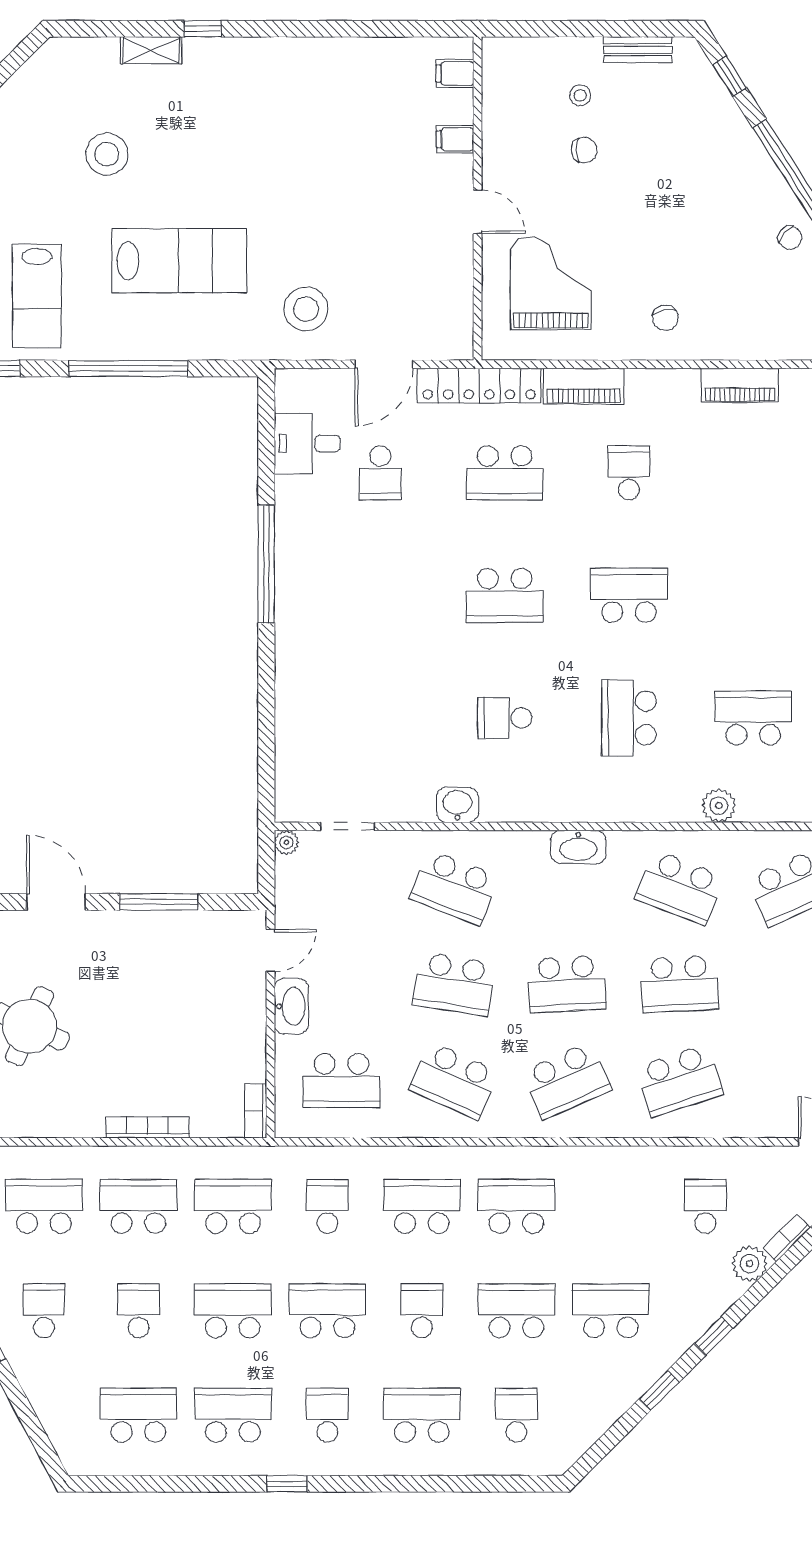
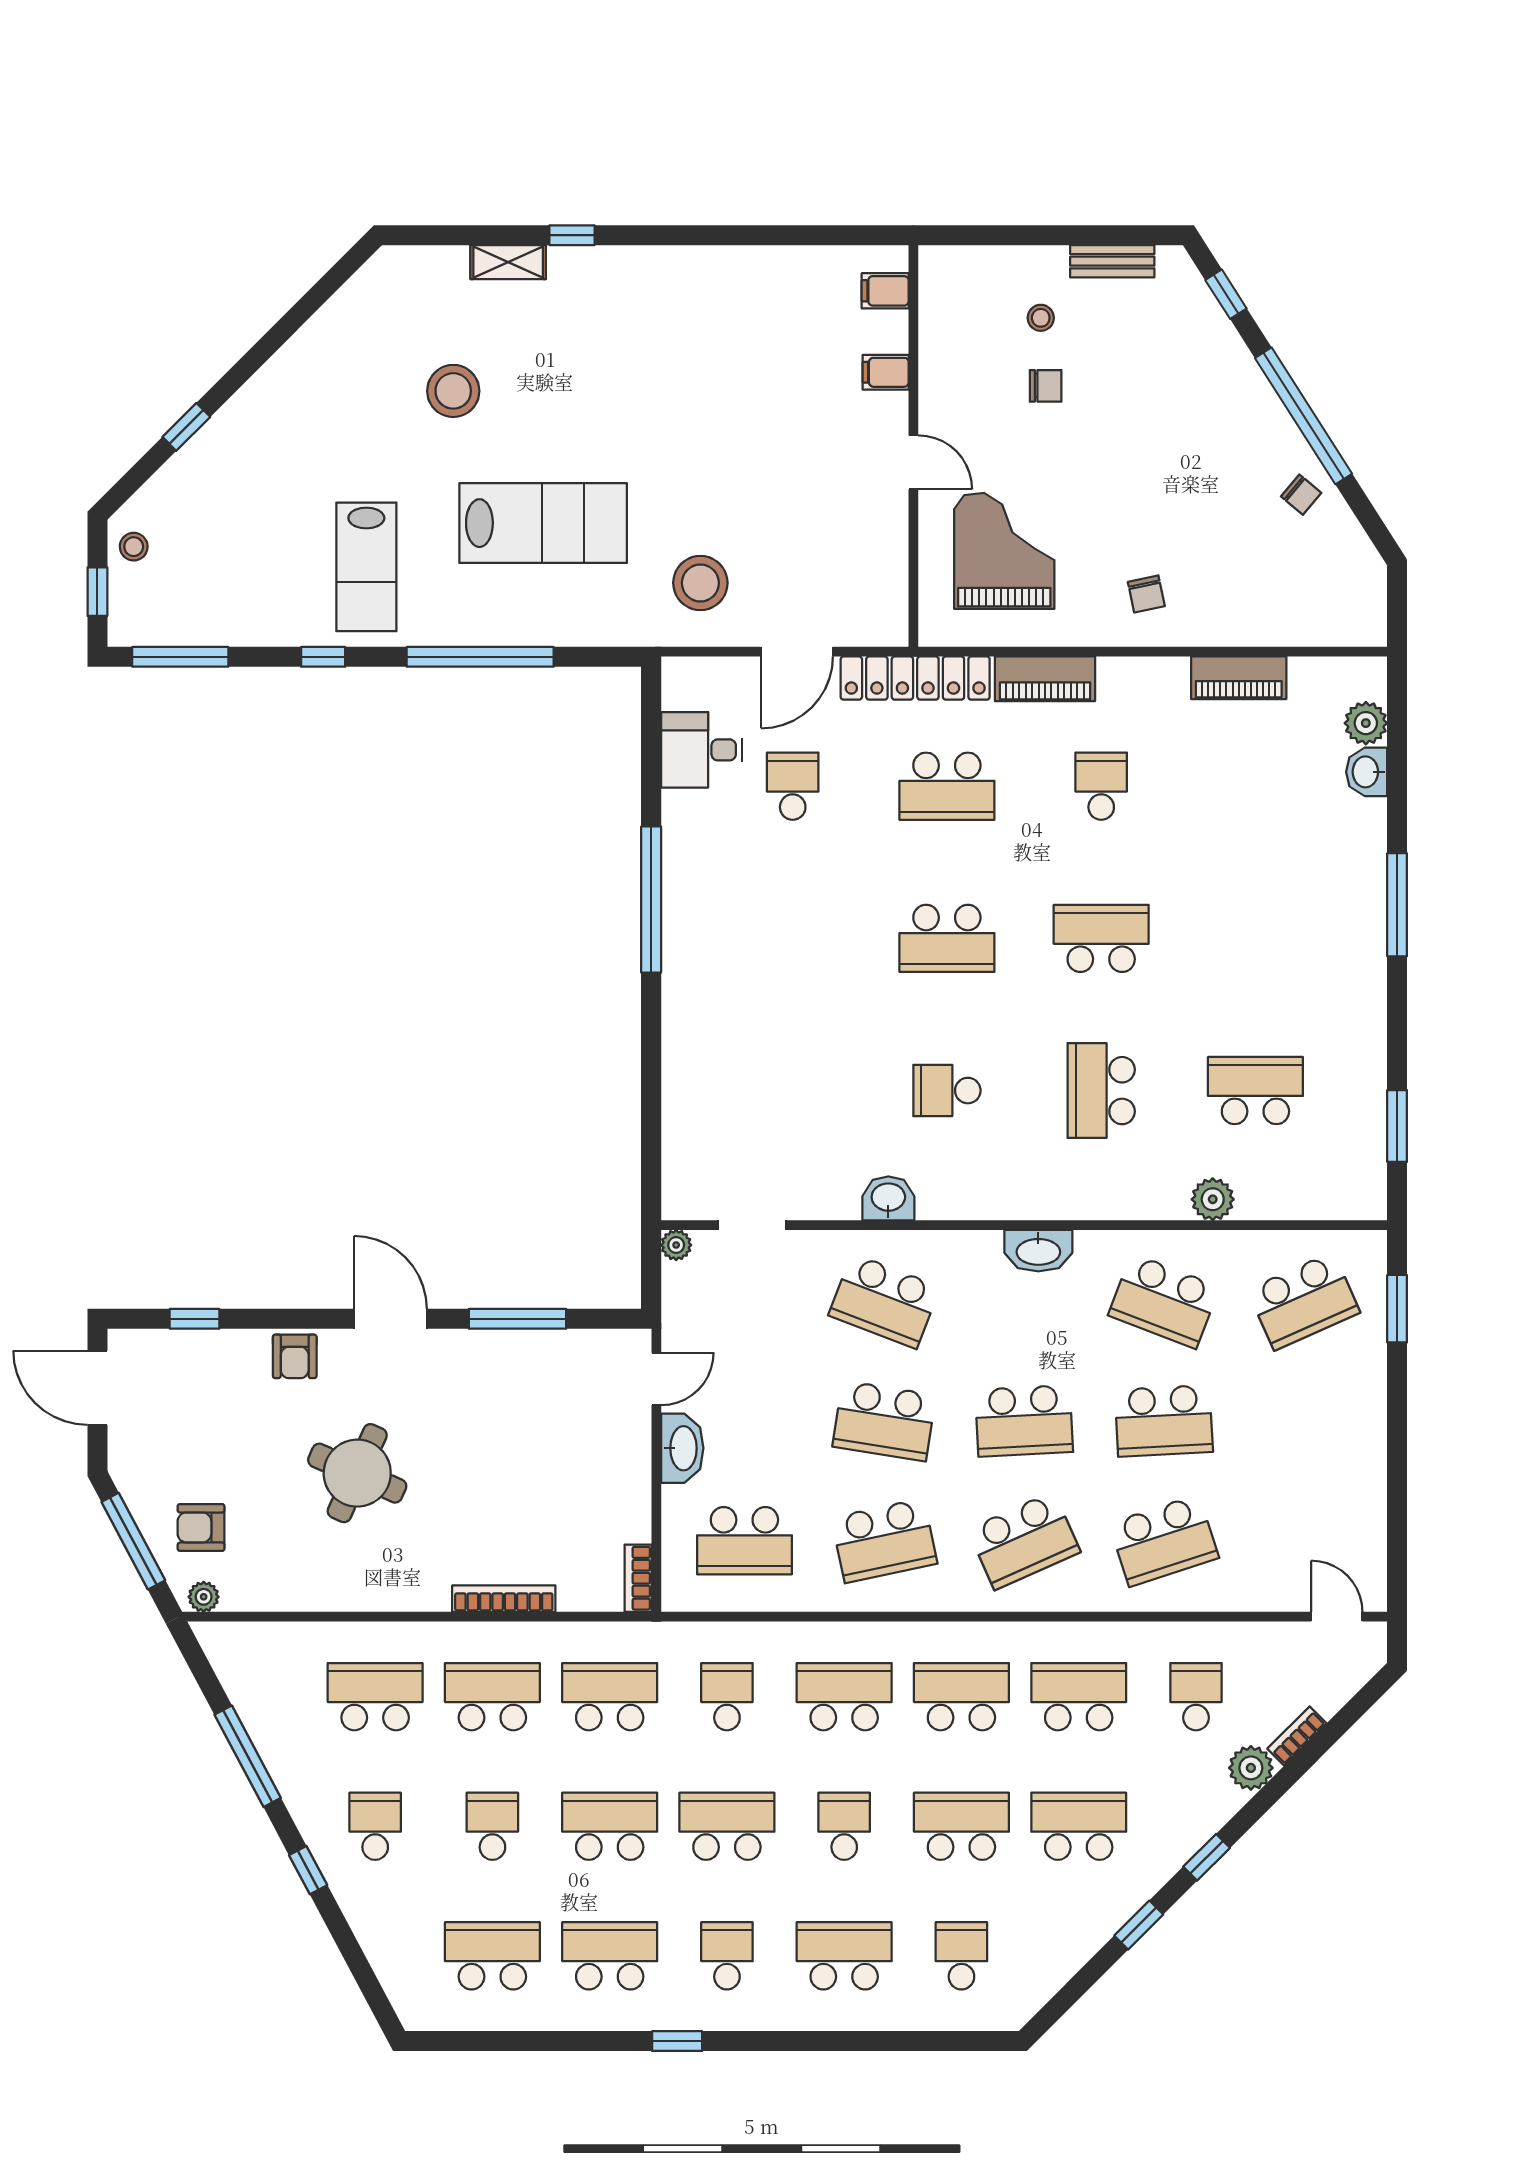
school desk: (380, 473) -> (793, 786), turned 180
school desk: (454, 1081) -> (884, 1541), turned -36
school desk: (611, 1206) -> (1079, 1697), added

